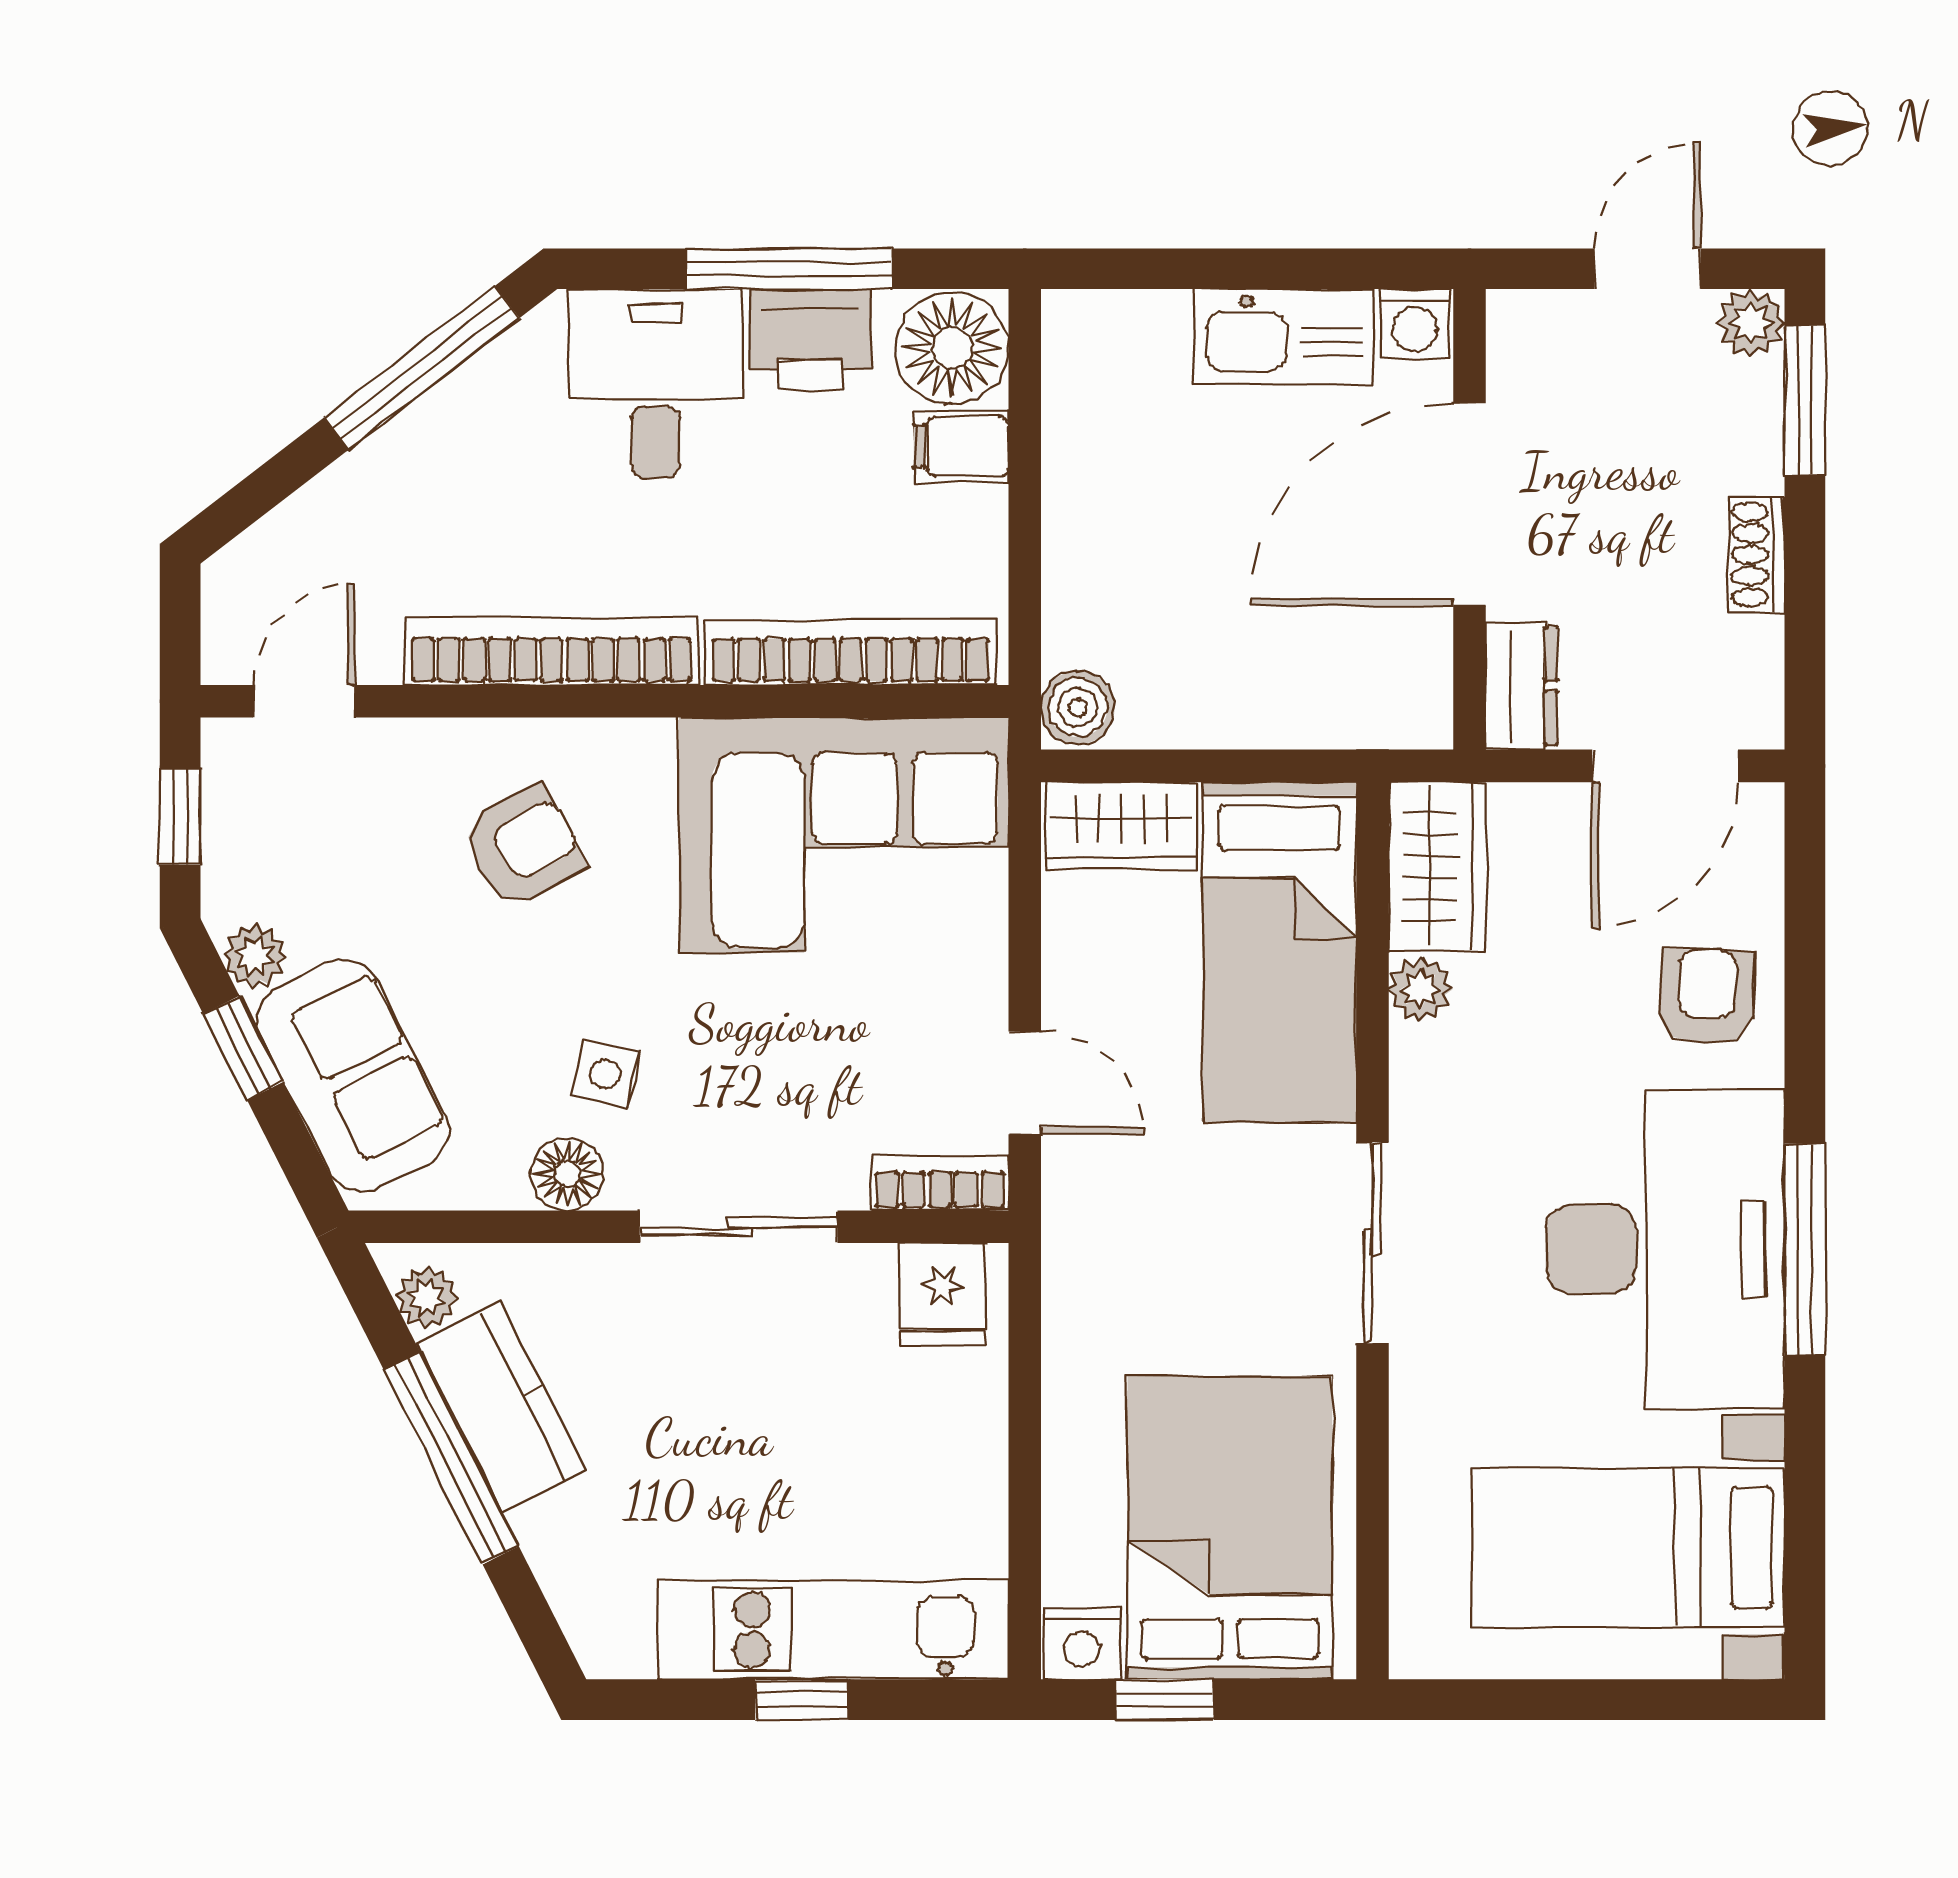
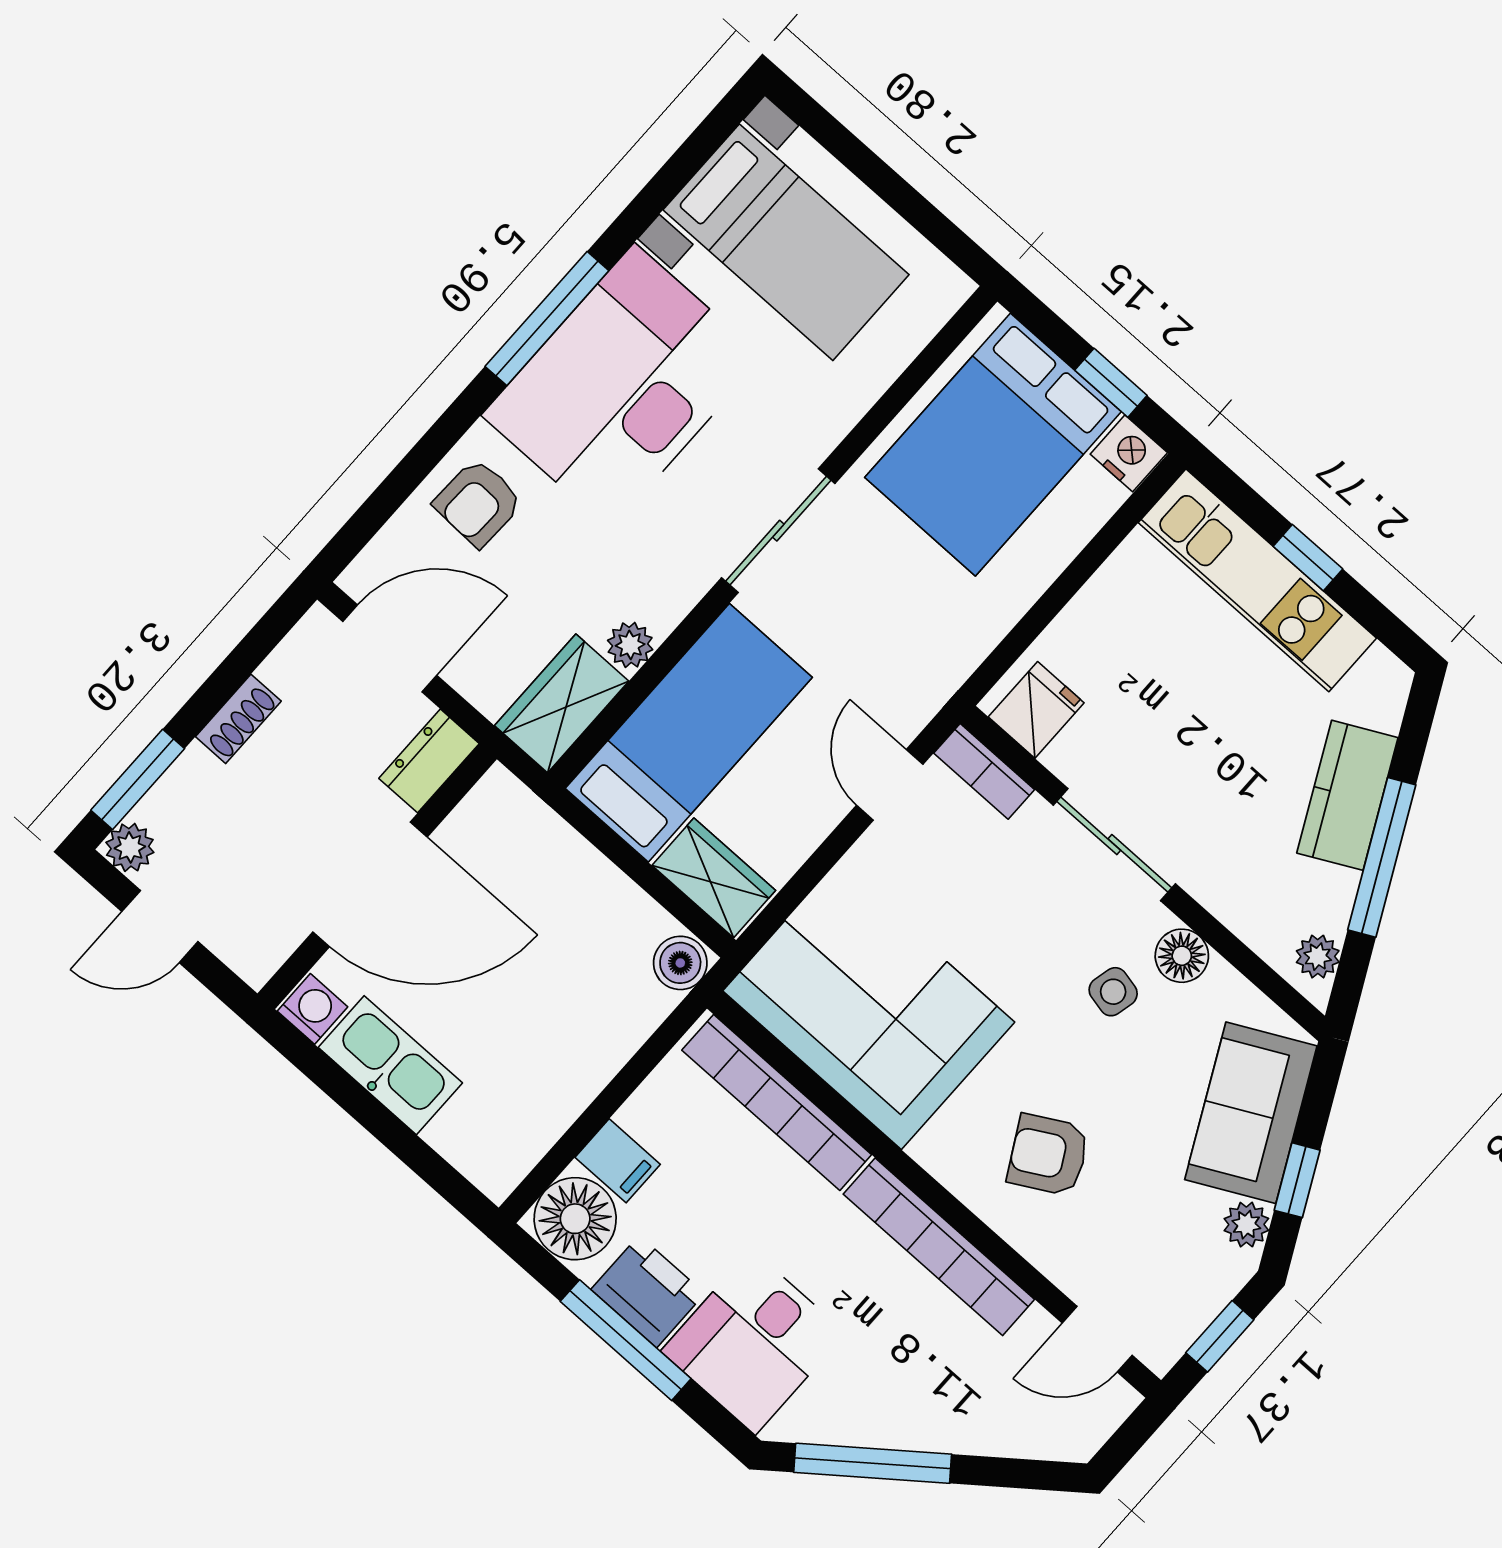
kitchen counter: (501, 1407) -> (1347, 795), moved

